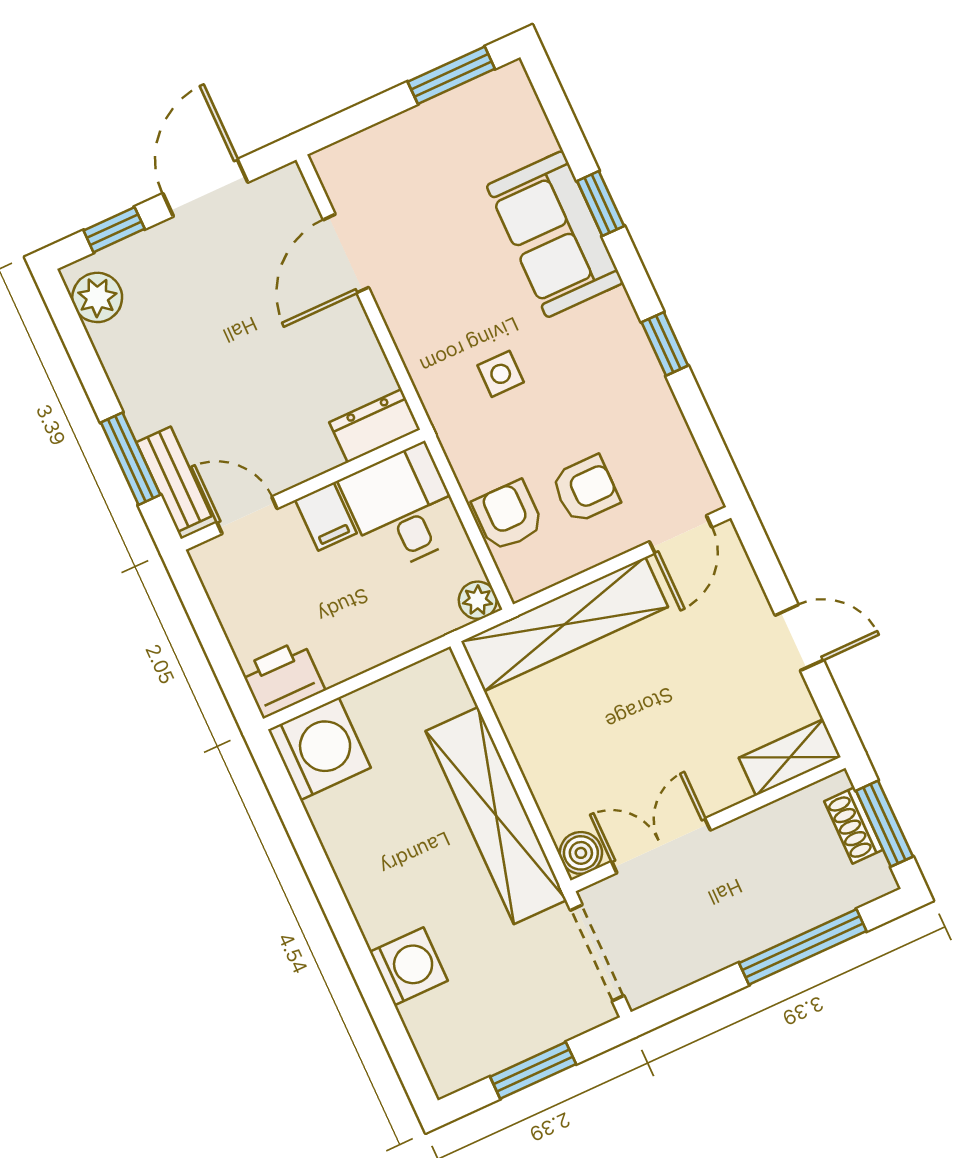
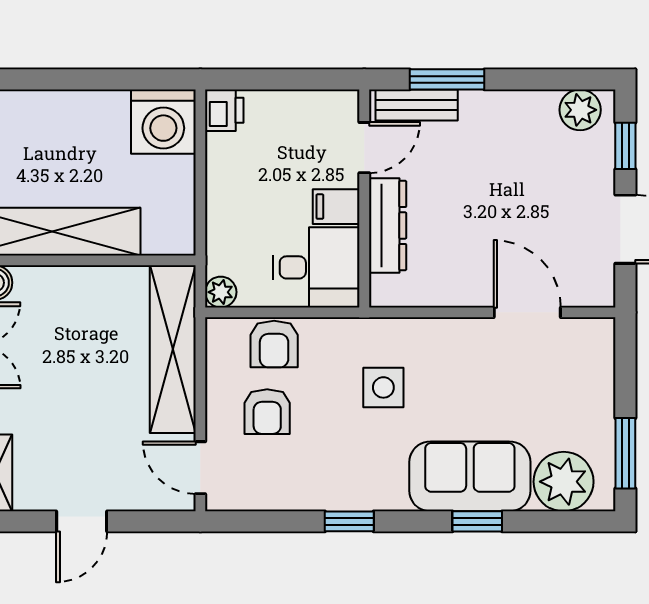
plant: (513, 129) -> (564, 482), added
side table: (501, 374) -> (383, 387), width x1.37, depth x1.37
dresser: (375, 426) -> (388, 226), moved, width x1.44
armchair: (508, 516) -> (274, 344), turned 90
printer: (283, 679) -> (224, 110), width x0.73, depth x0.81

